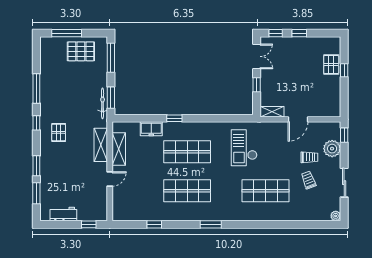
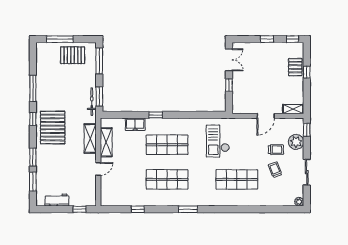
window: (276, 33) -> (292, 39), moved
shelving: (272, 112) -> (293, 109), moved
pallet: (59, 132) -> (53, 128), width x2.05, depth x2.00

